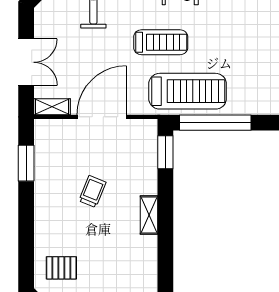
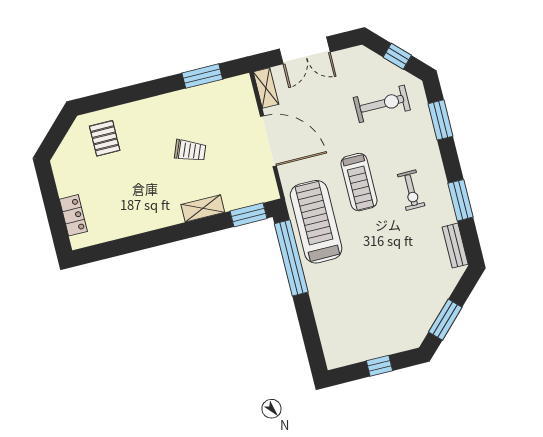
treadmill: (188, 91) -> (316, 222), turned 180
shelving: (149, 215) -> (203, 208), moved

